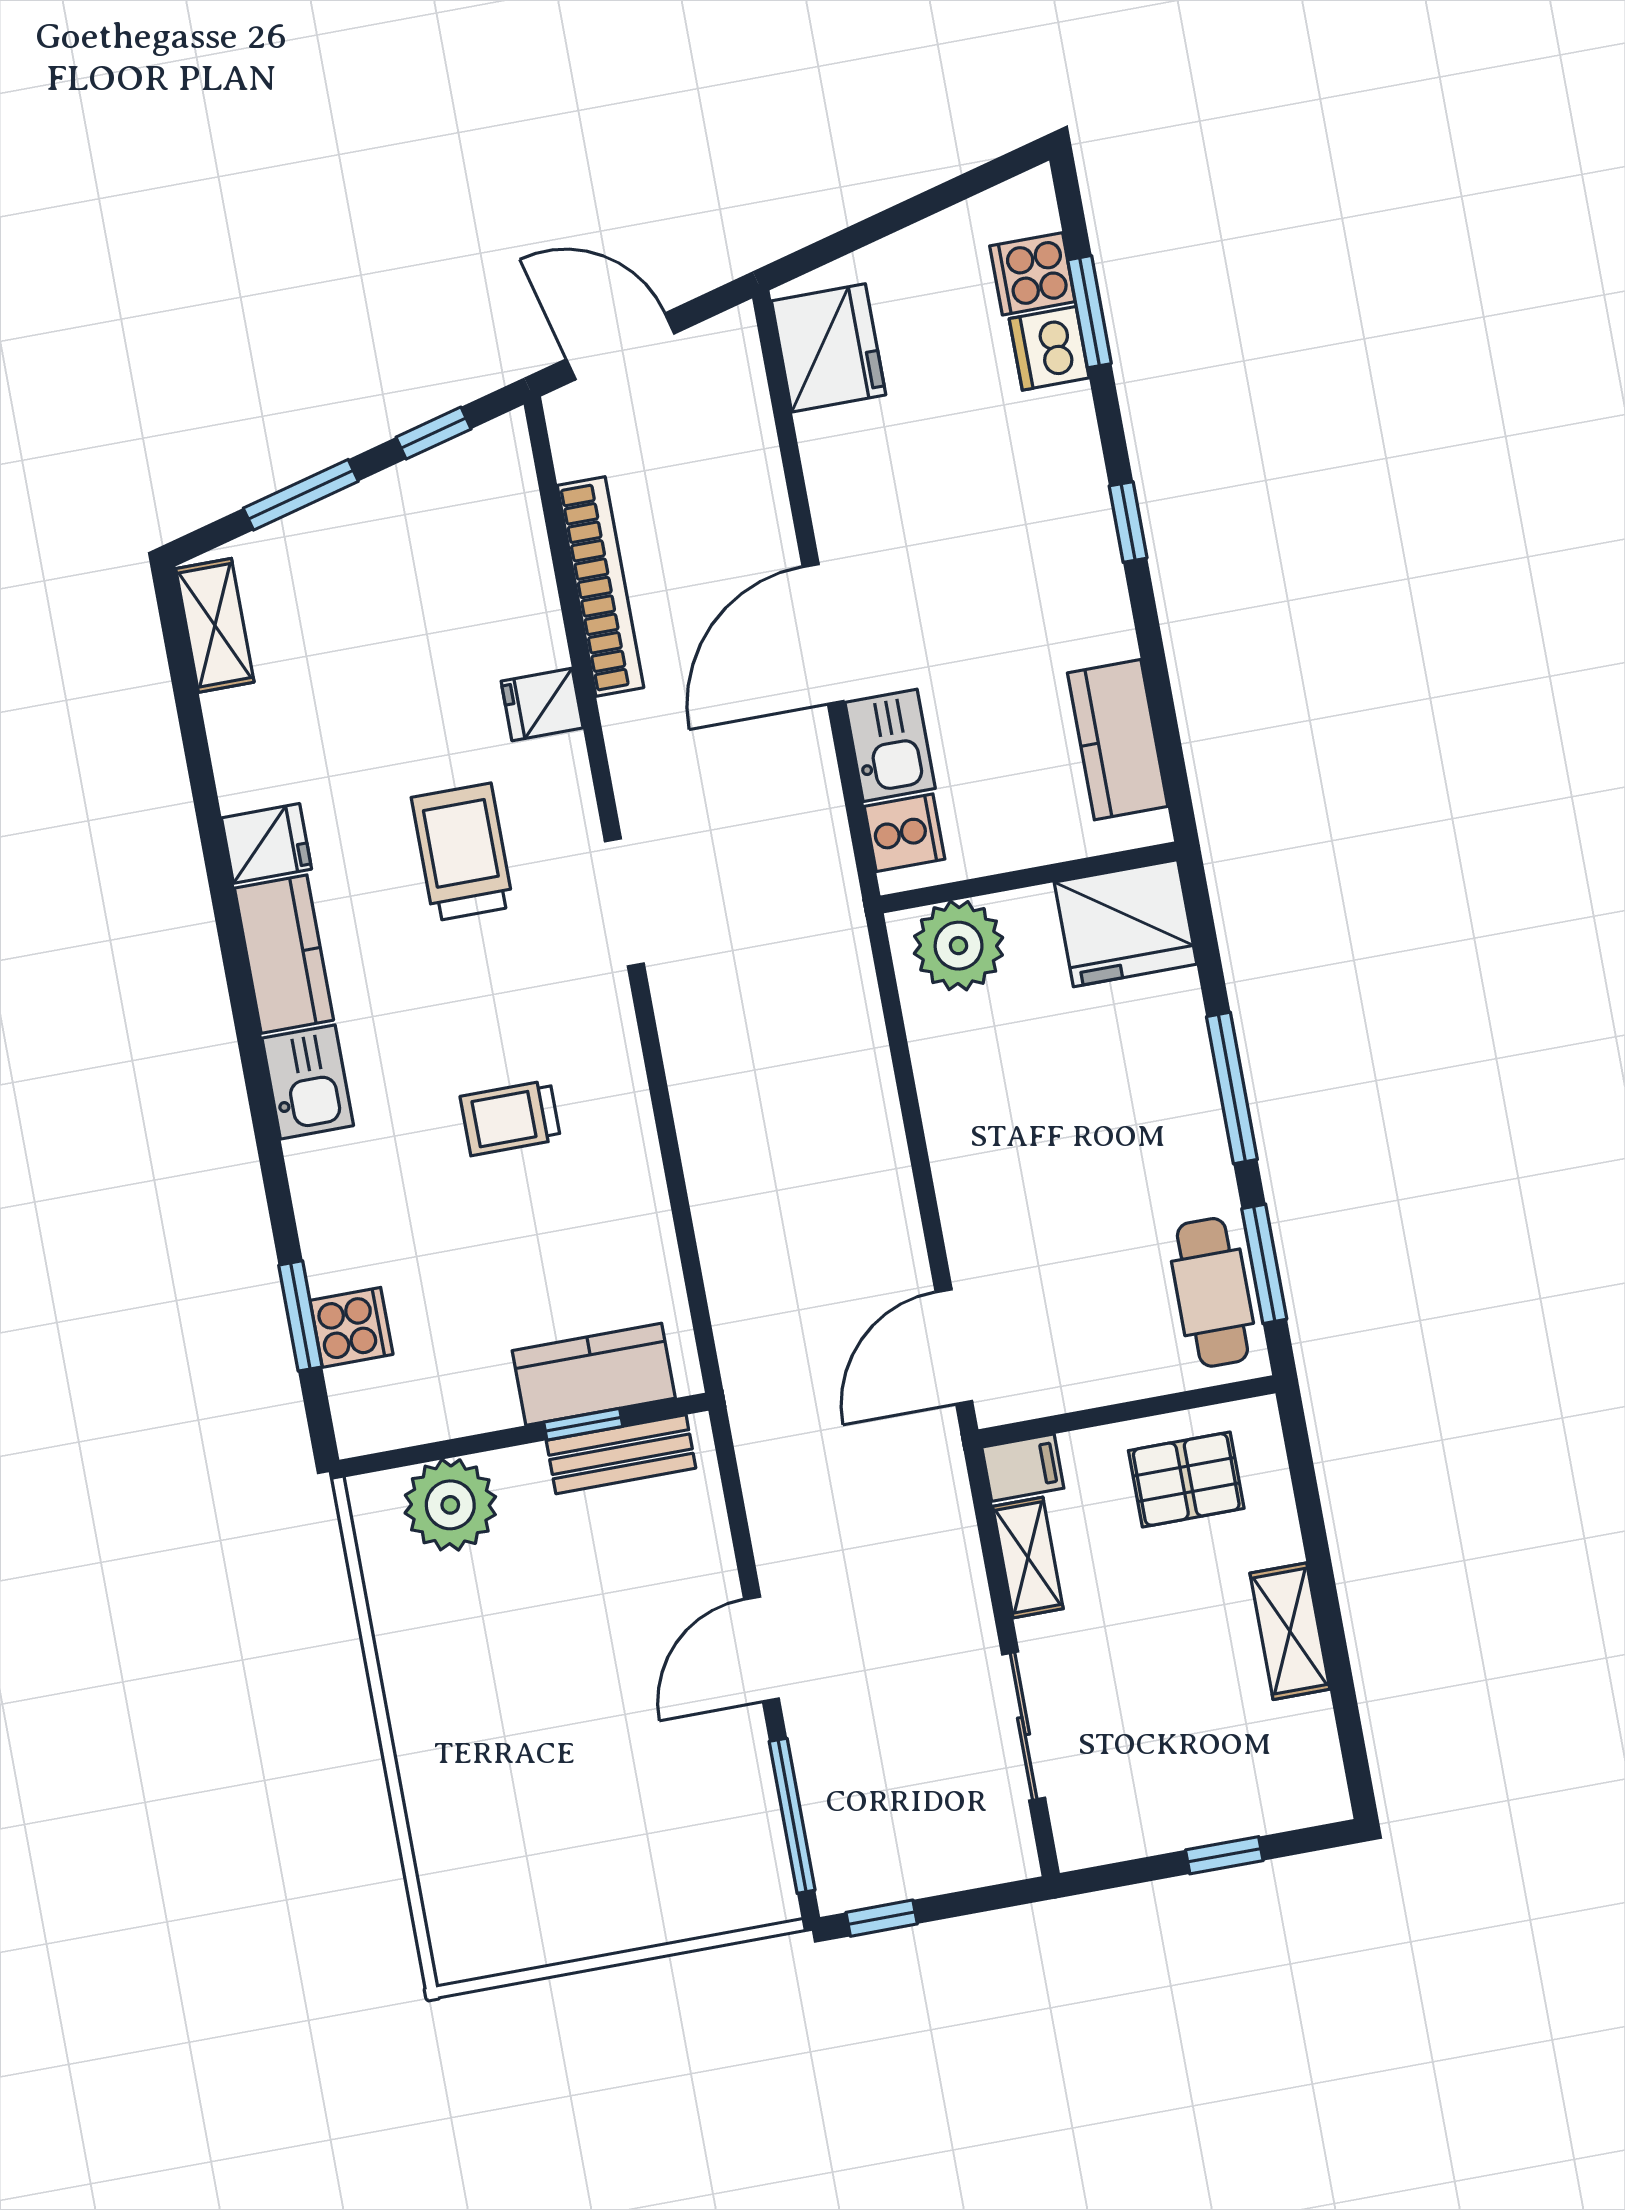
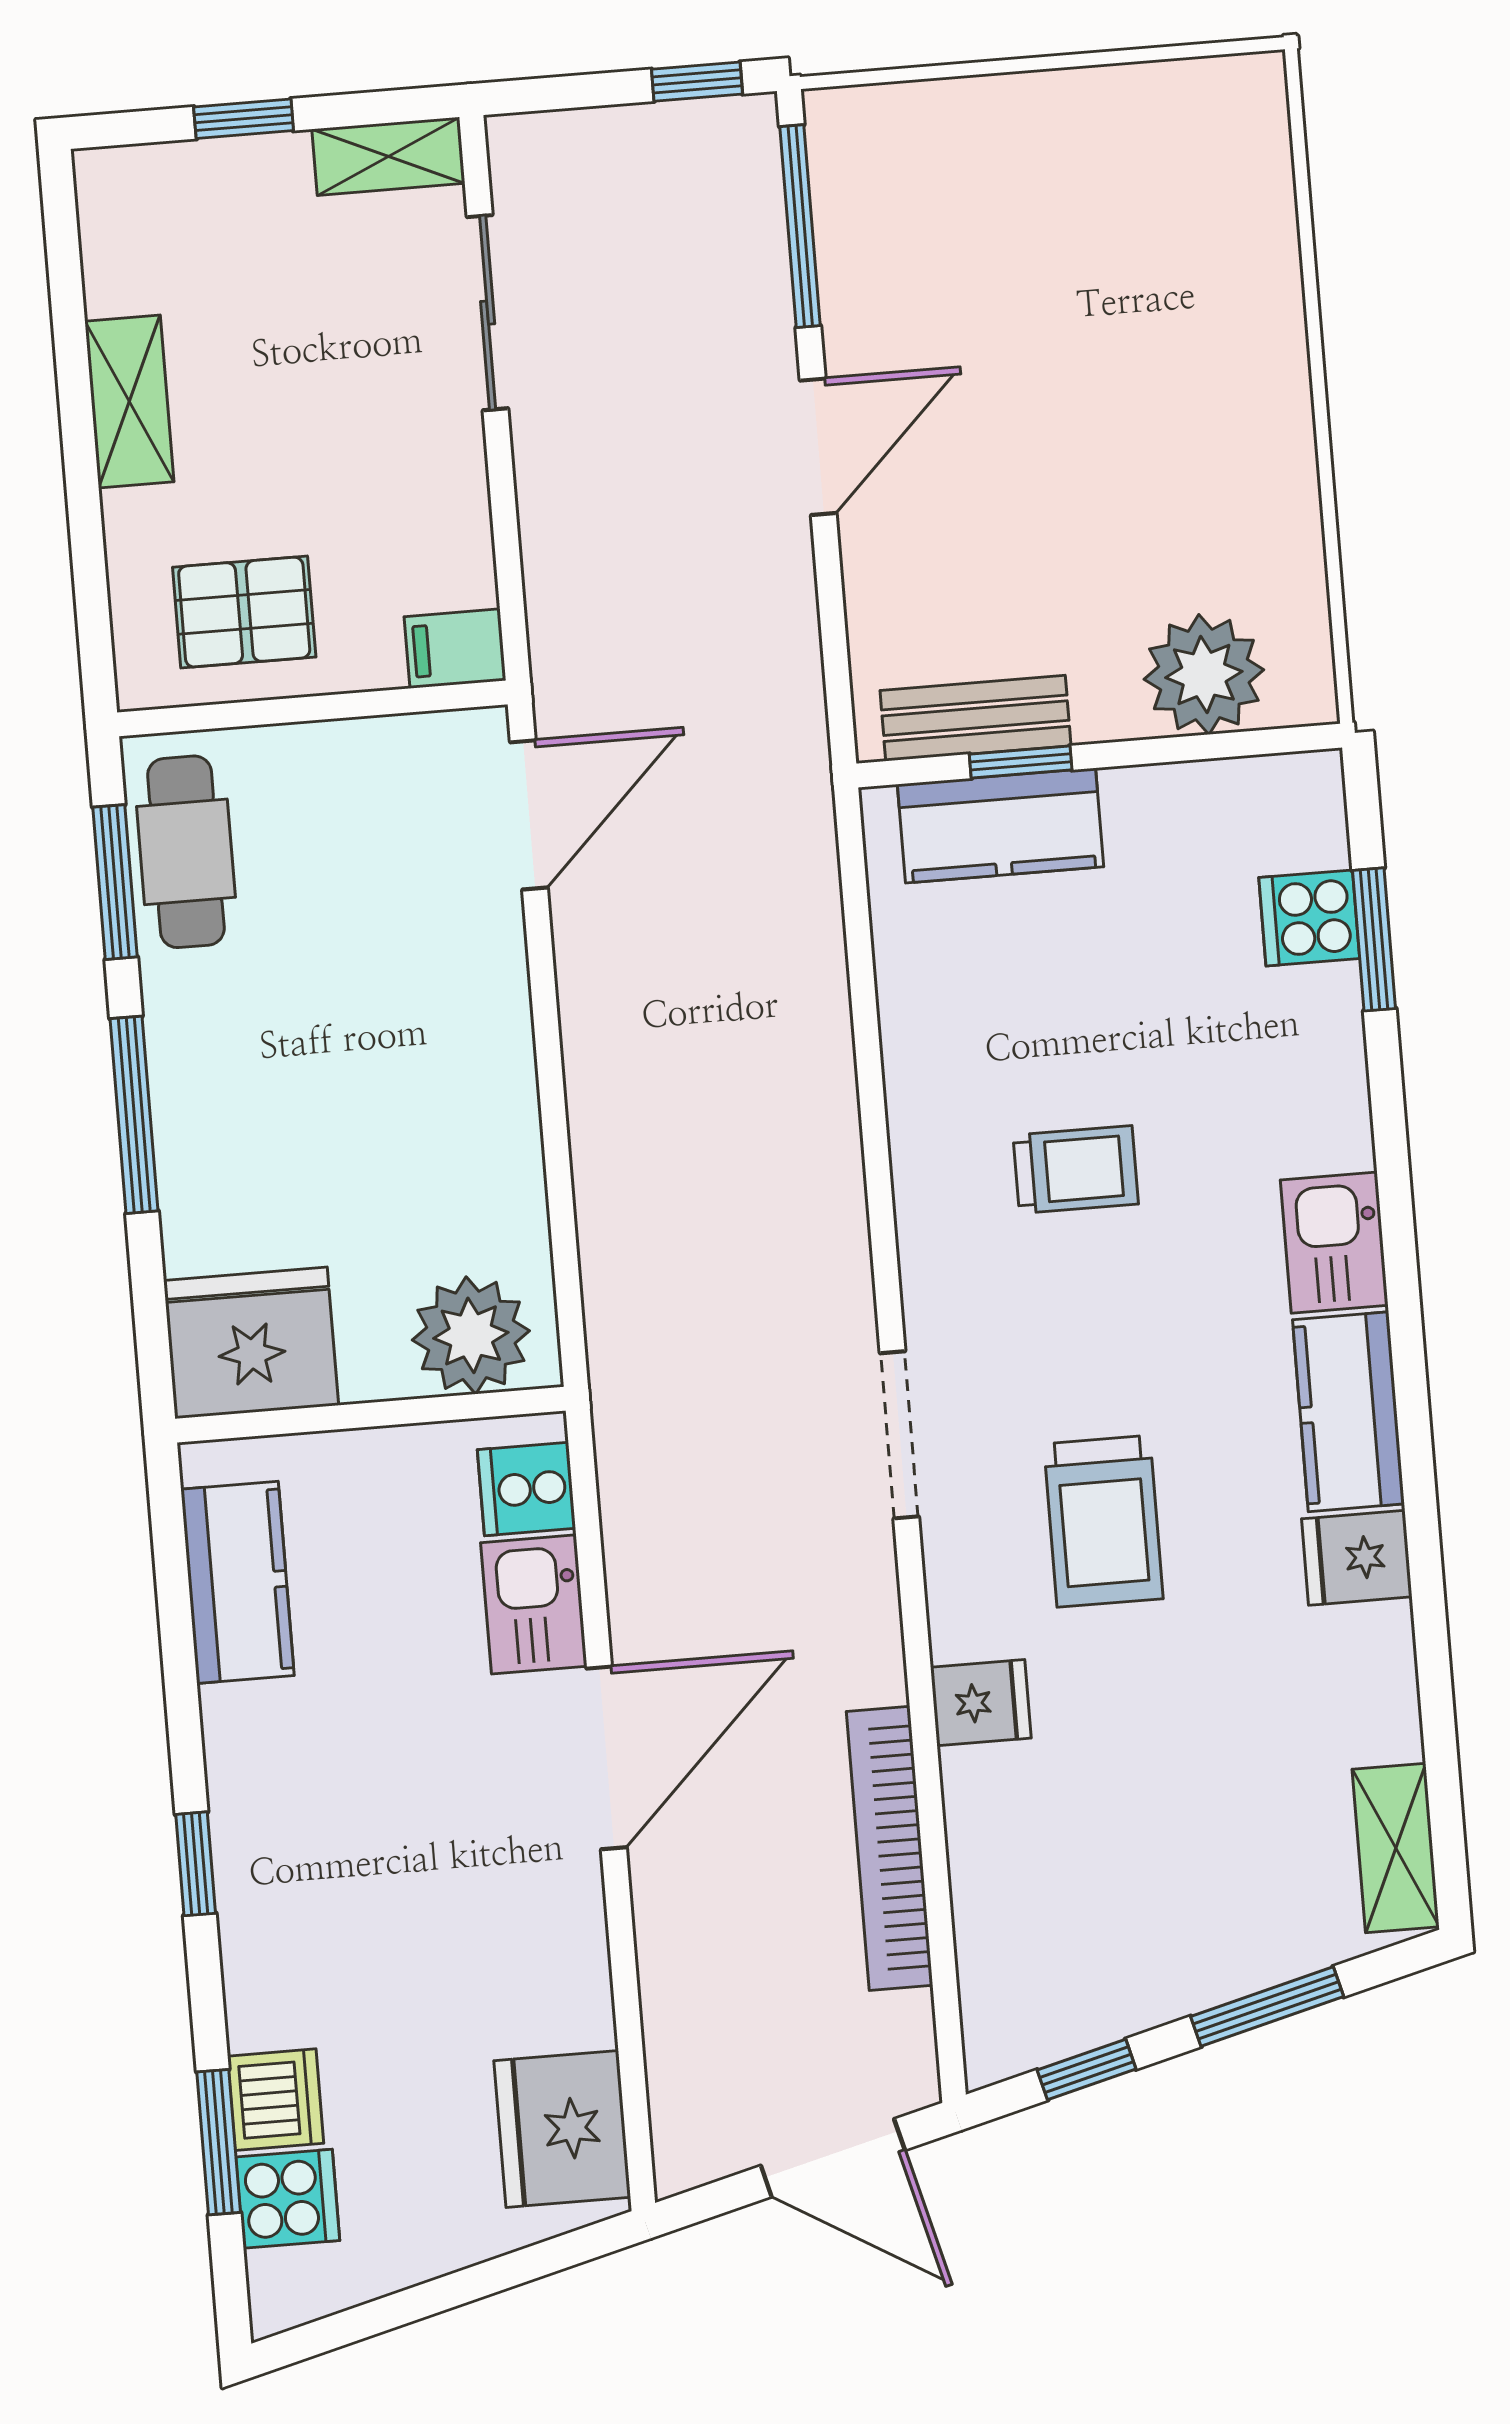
shelving: (1028, 1557) -> (388, 156), moved, turned 90

